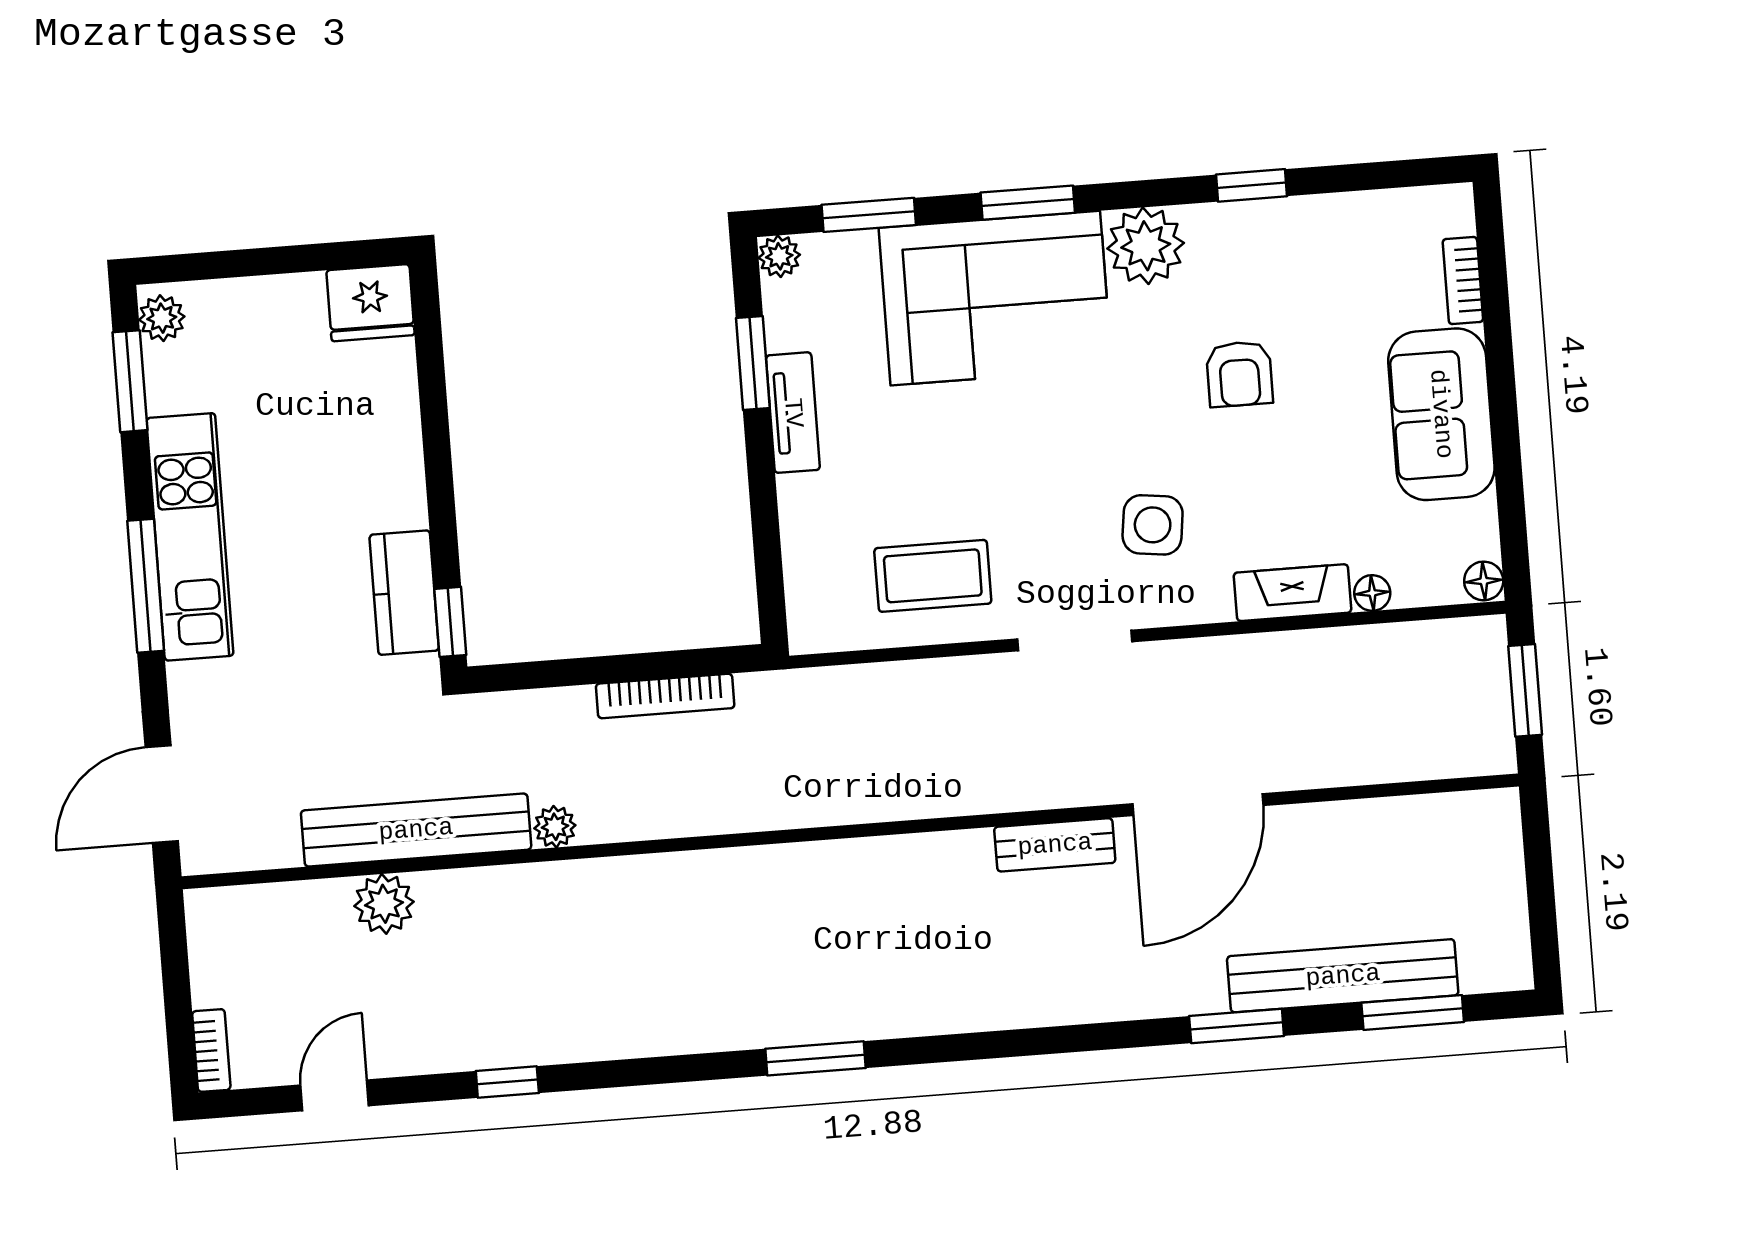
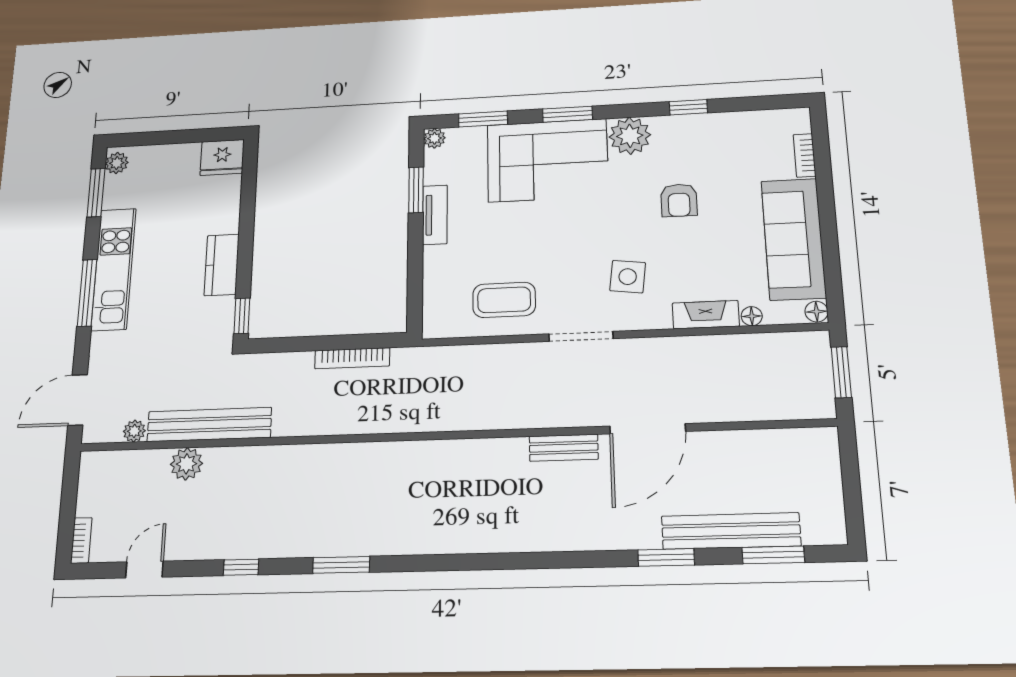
sofa: (1441, 414) -> (793, 239), width x1.36
kitchen counter: (404, 593) -> (222, 265), moved
plant: (555, 827) -> (134, 431), moved
window: (815, 1058) -> (341, 565), moved

